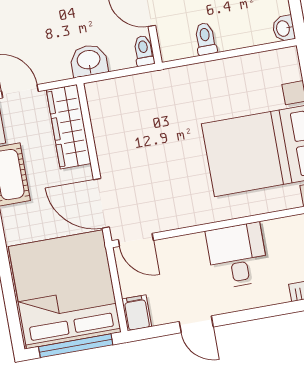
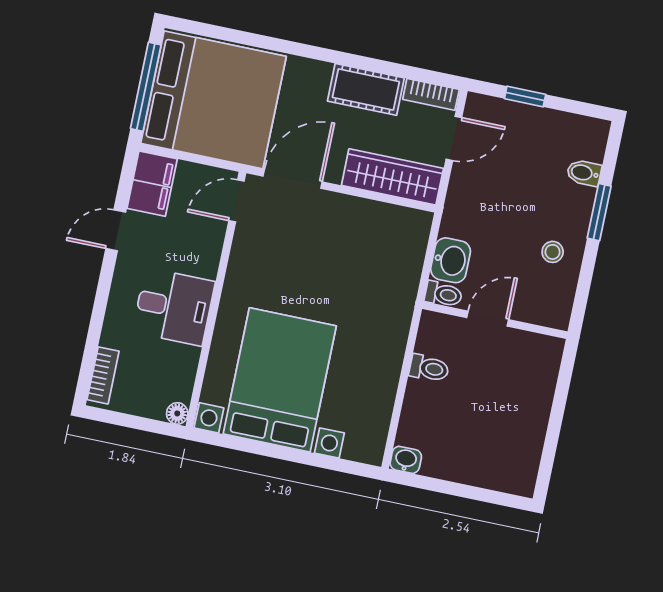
washbasin: (89, 61) -> (451, 260), moved
filing cabinet: (137, 313) -> (152, 184), width x2.00

